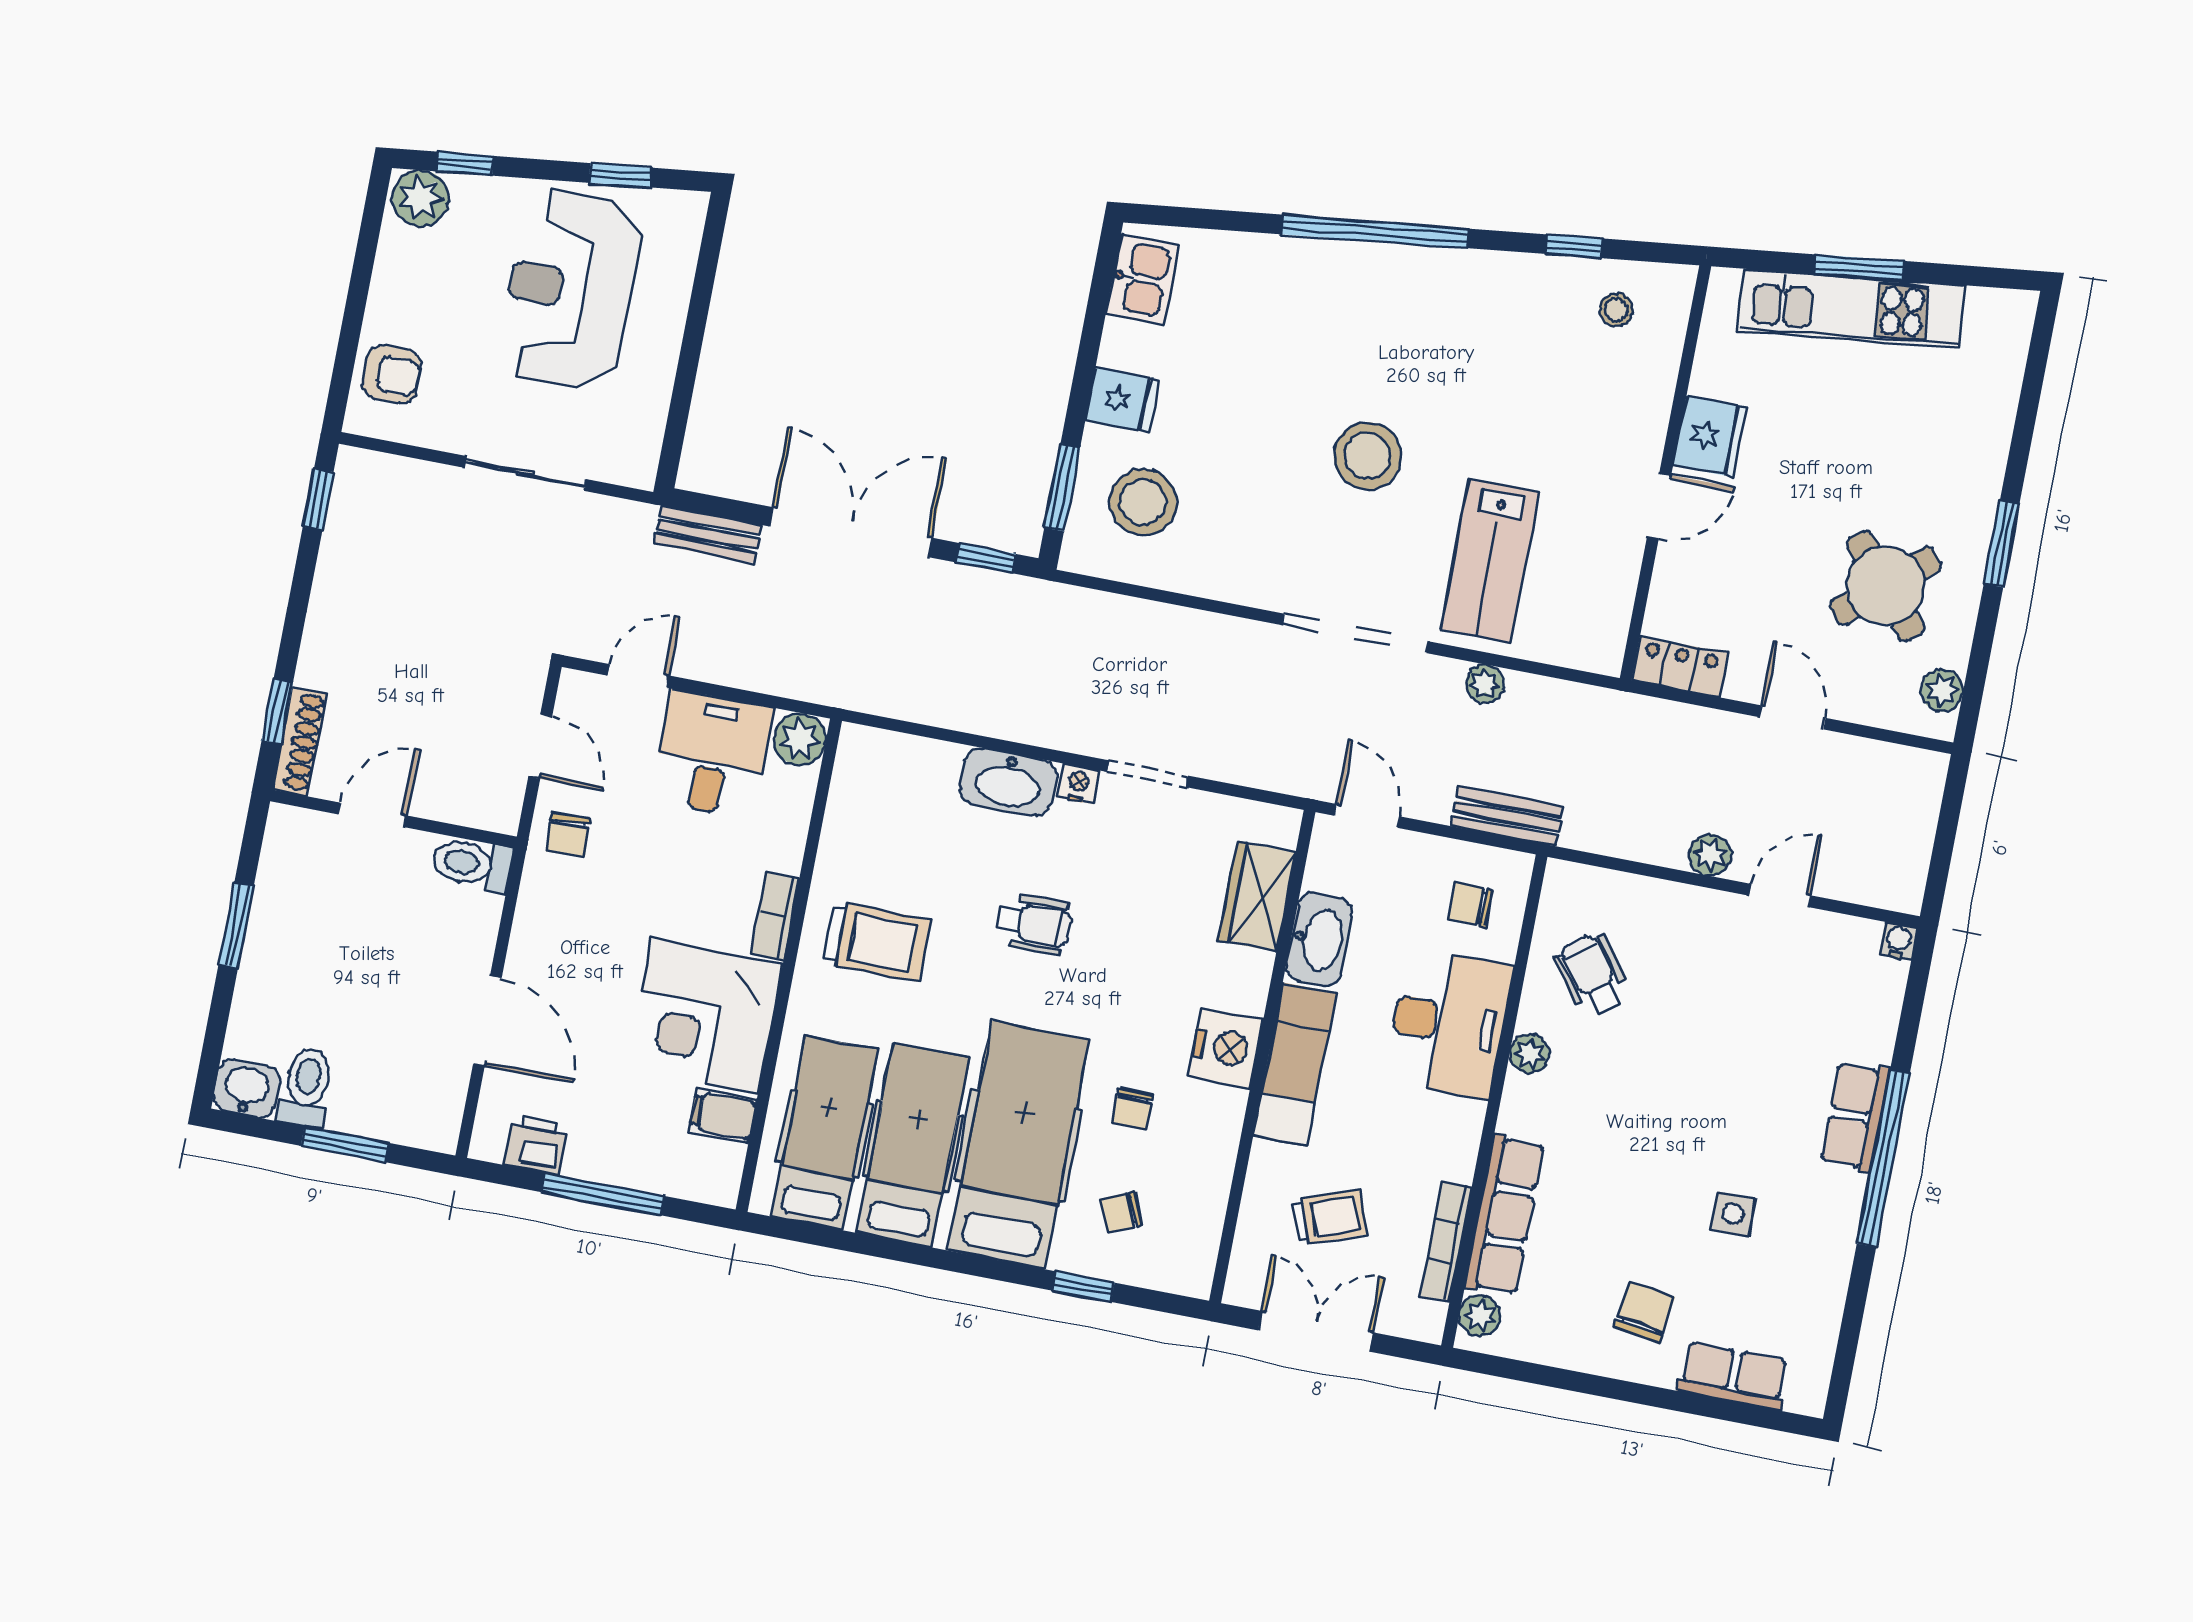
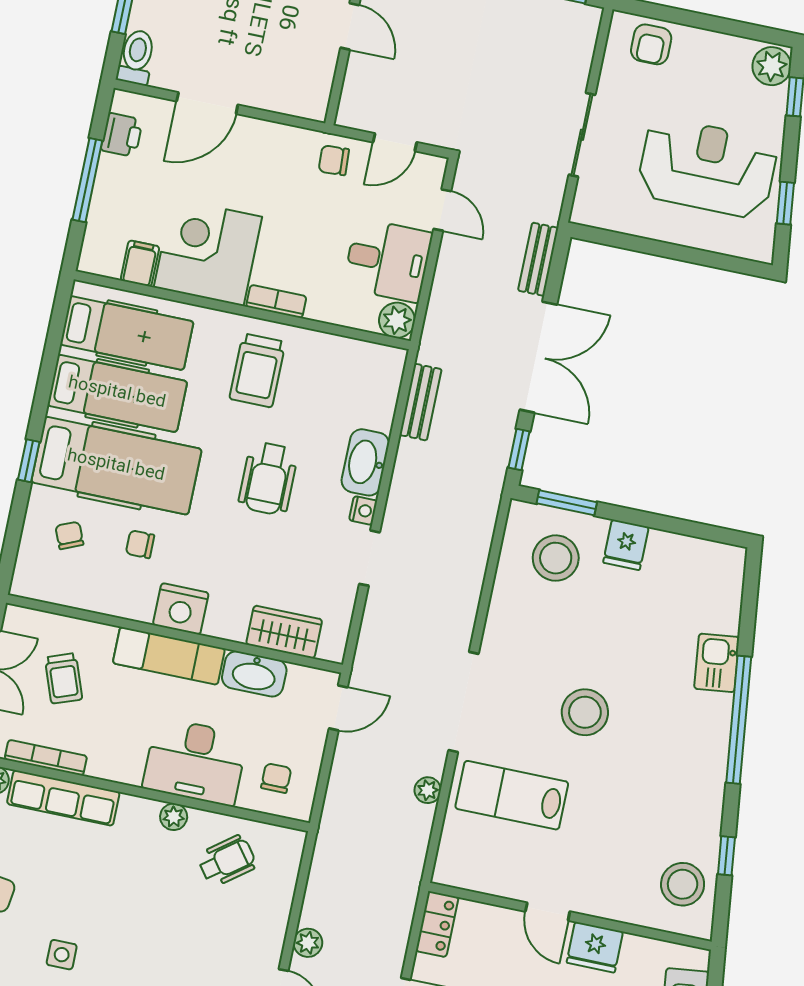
kitchen sink: (1142, 279) -> (717, 663), moved, turned 83
stool: (1616, 310) -> (683, 884), width x1.89, depth x1.89
bench: (1507, 816) -> (421, 402), moved
toilet: (472, 864) -> (136, 57), moved
wheelchair: (1034, 923) -> (268, 479), width x1.36, depth x1.37
window: (1083, 1287) -> (29, 461), moved

